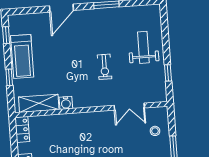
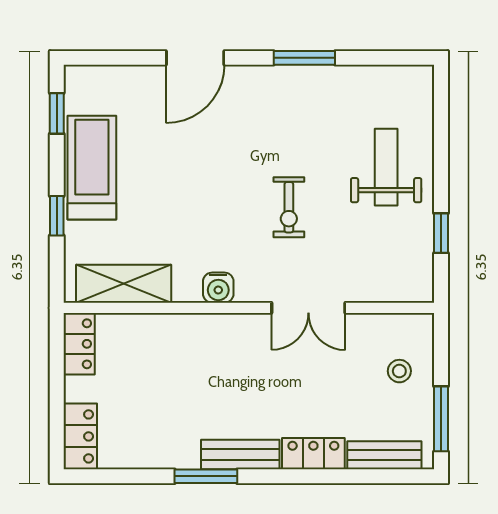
treadmill: (22, 56) -> (92, 168), turned 180
water cooler: (66, 103) -> (218, 288), moved
double door: (129, 107) -> (308, 308), moved

